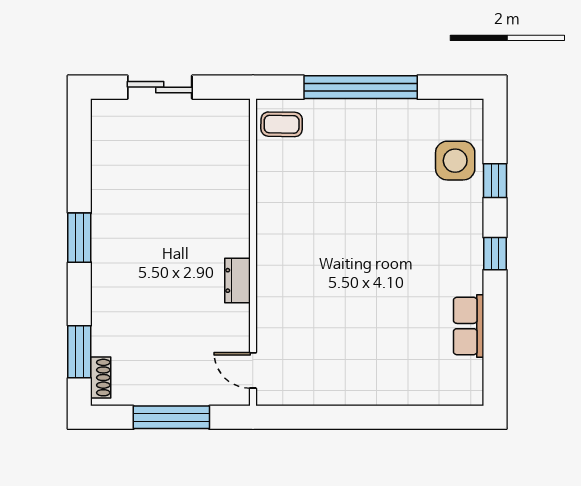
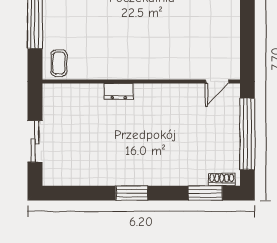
dresser: (238, 280) -> (119, 91), moved
window: (171, 417) -> (247, 134), width x1.46

